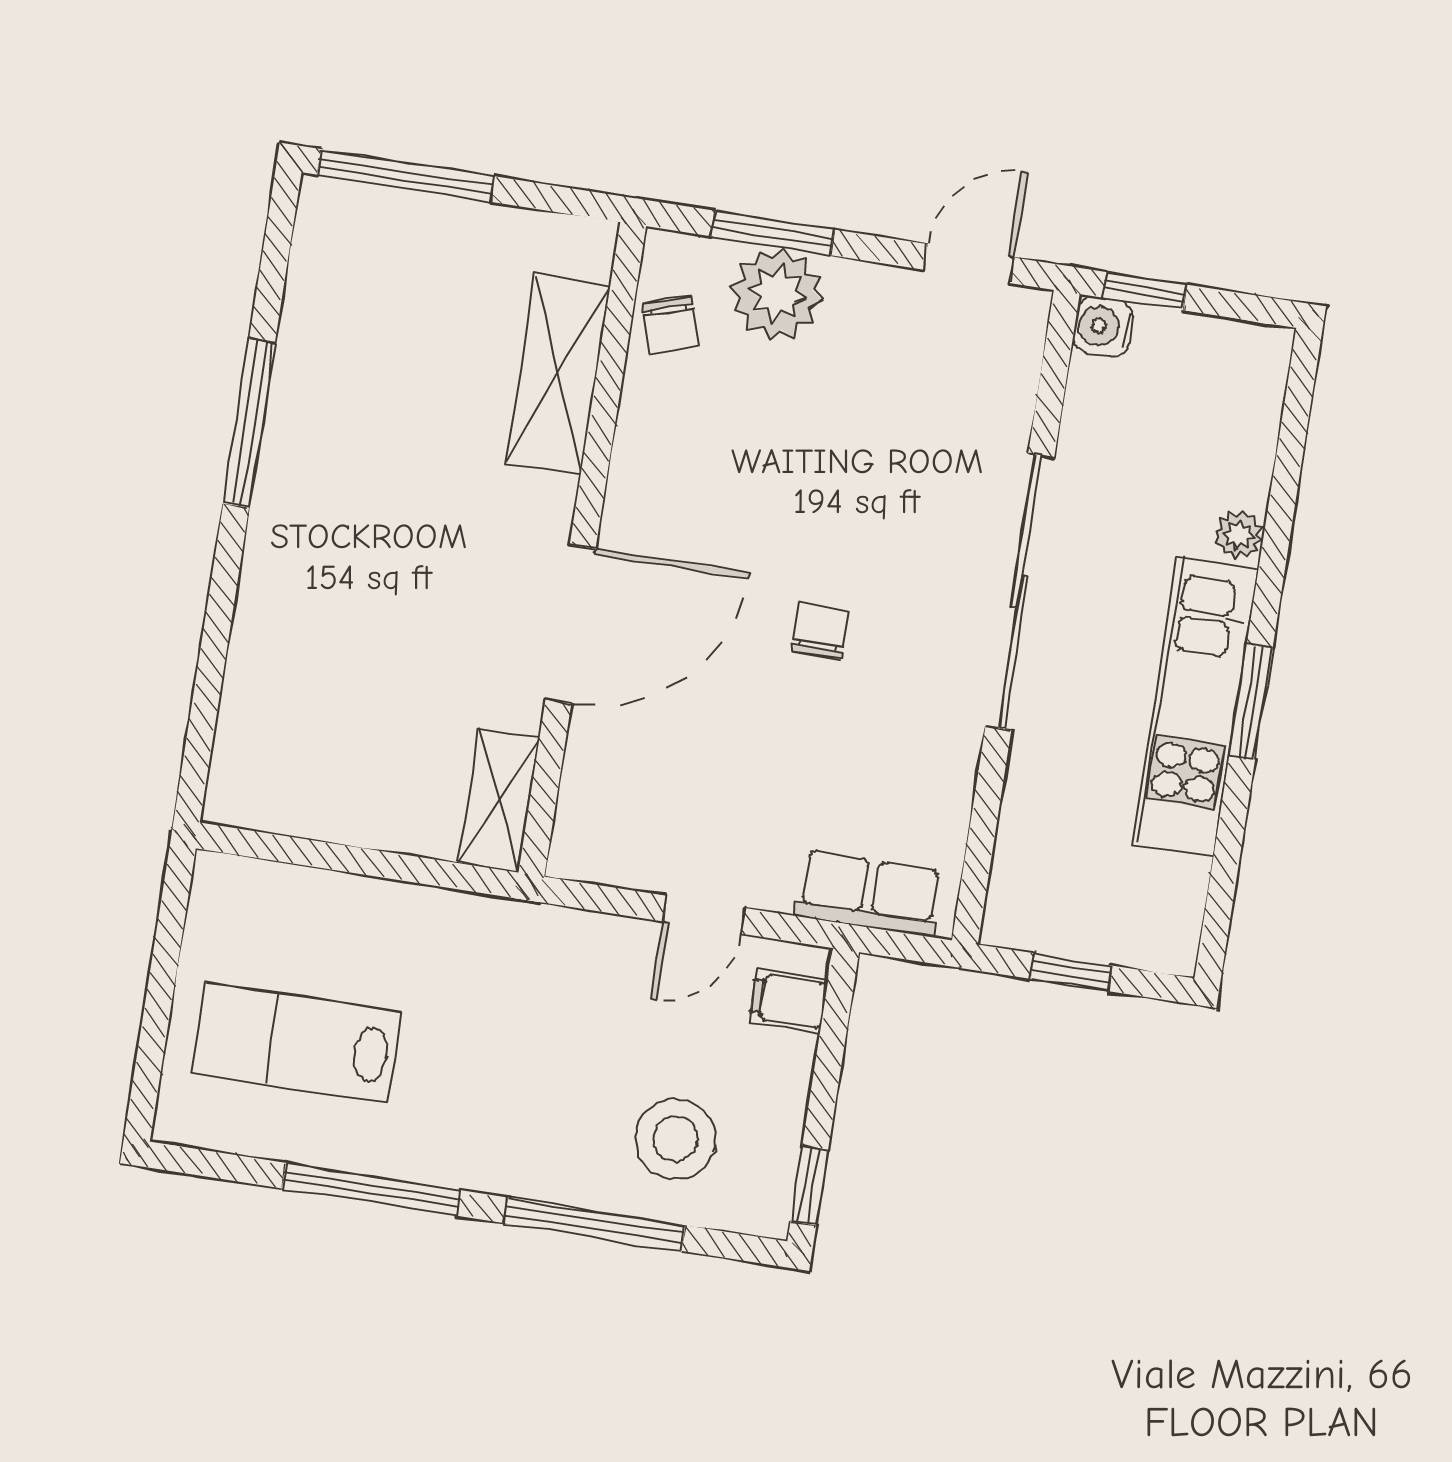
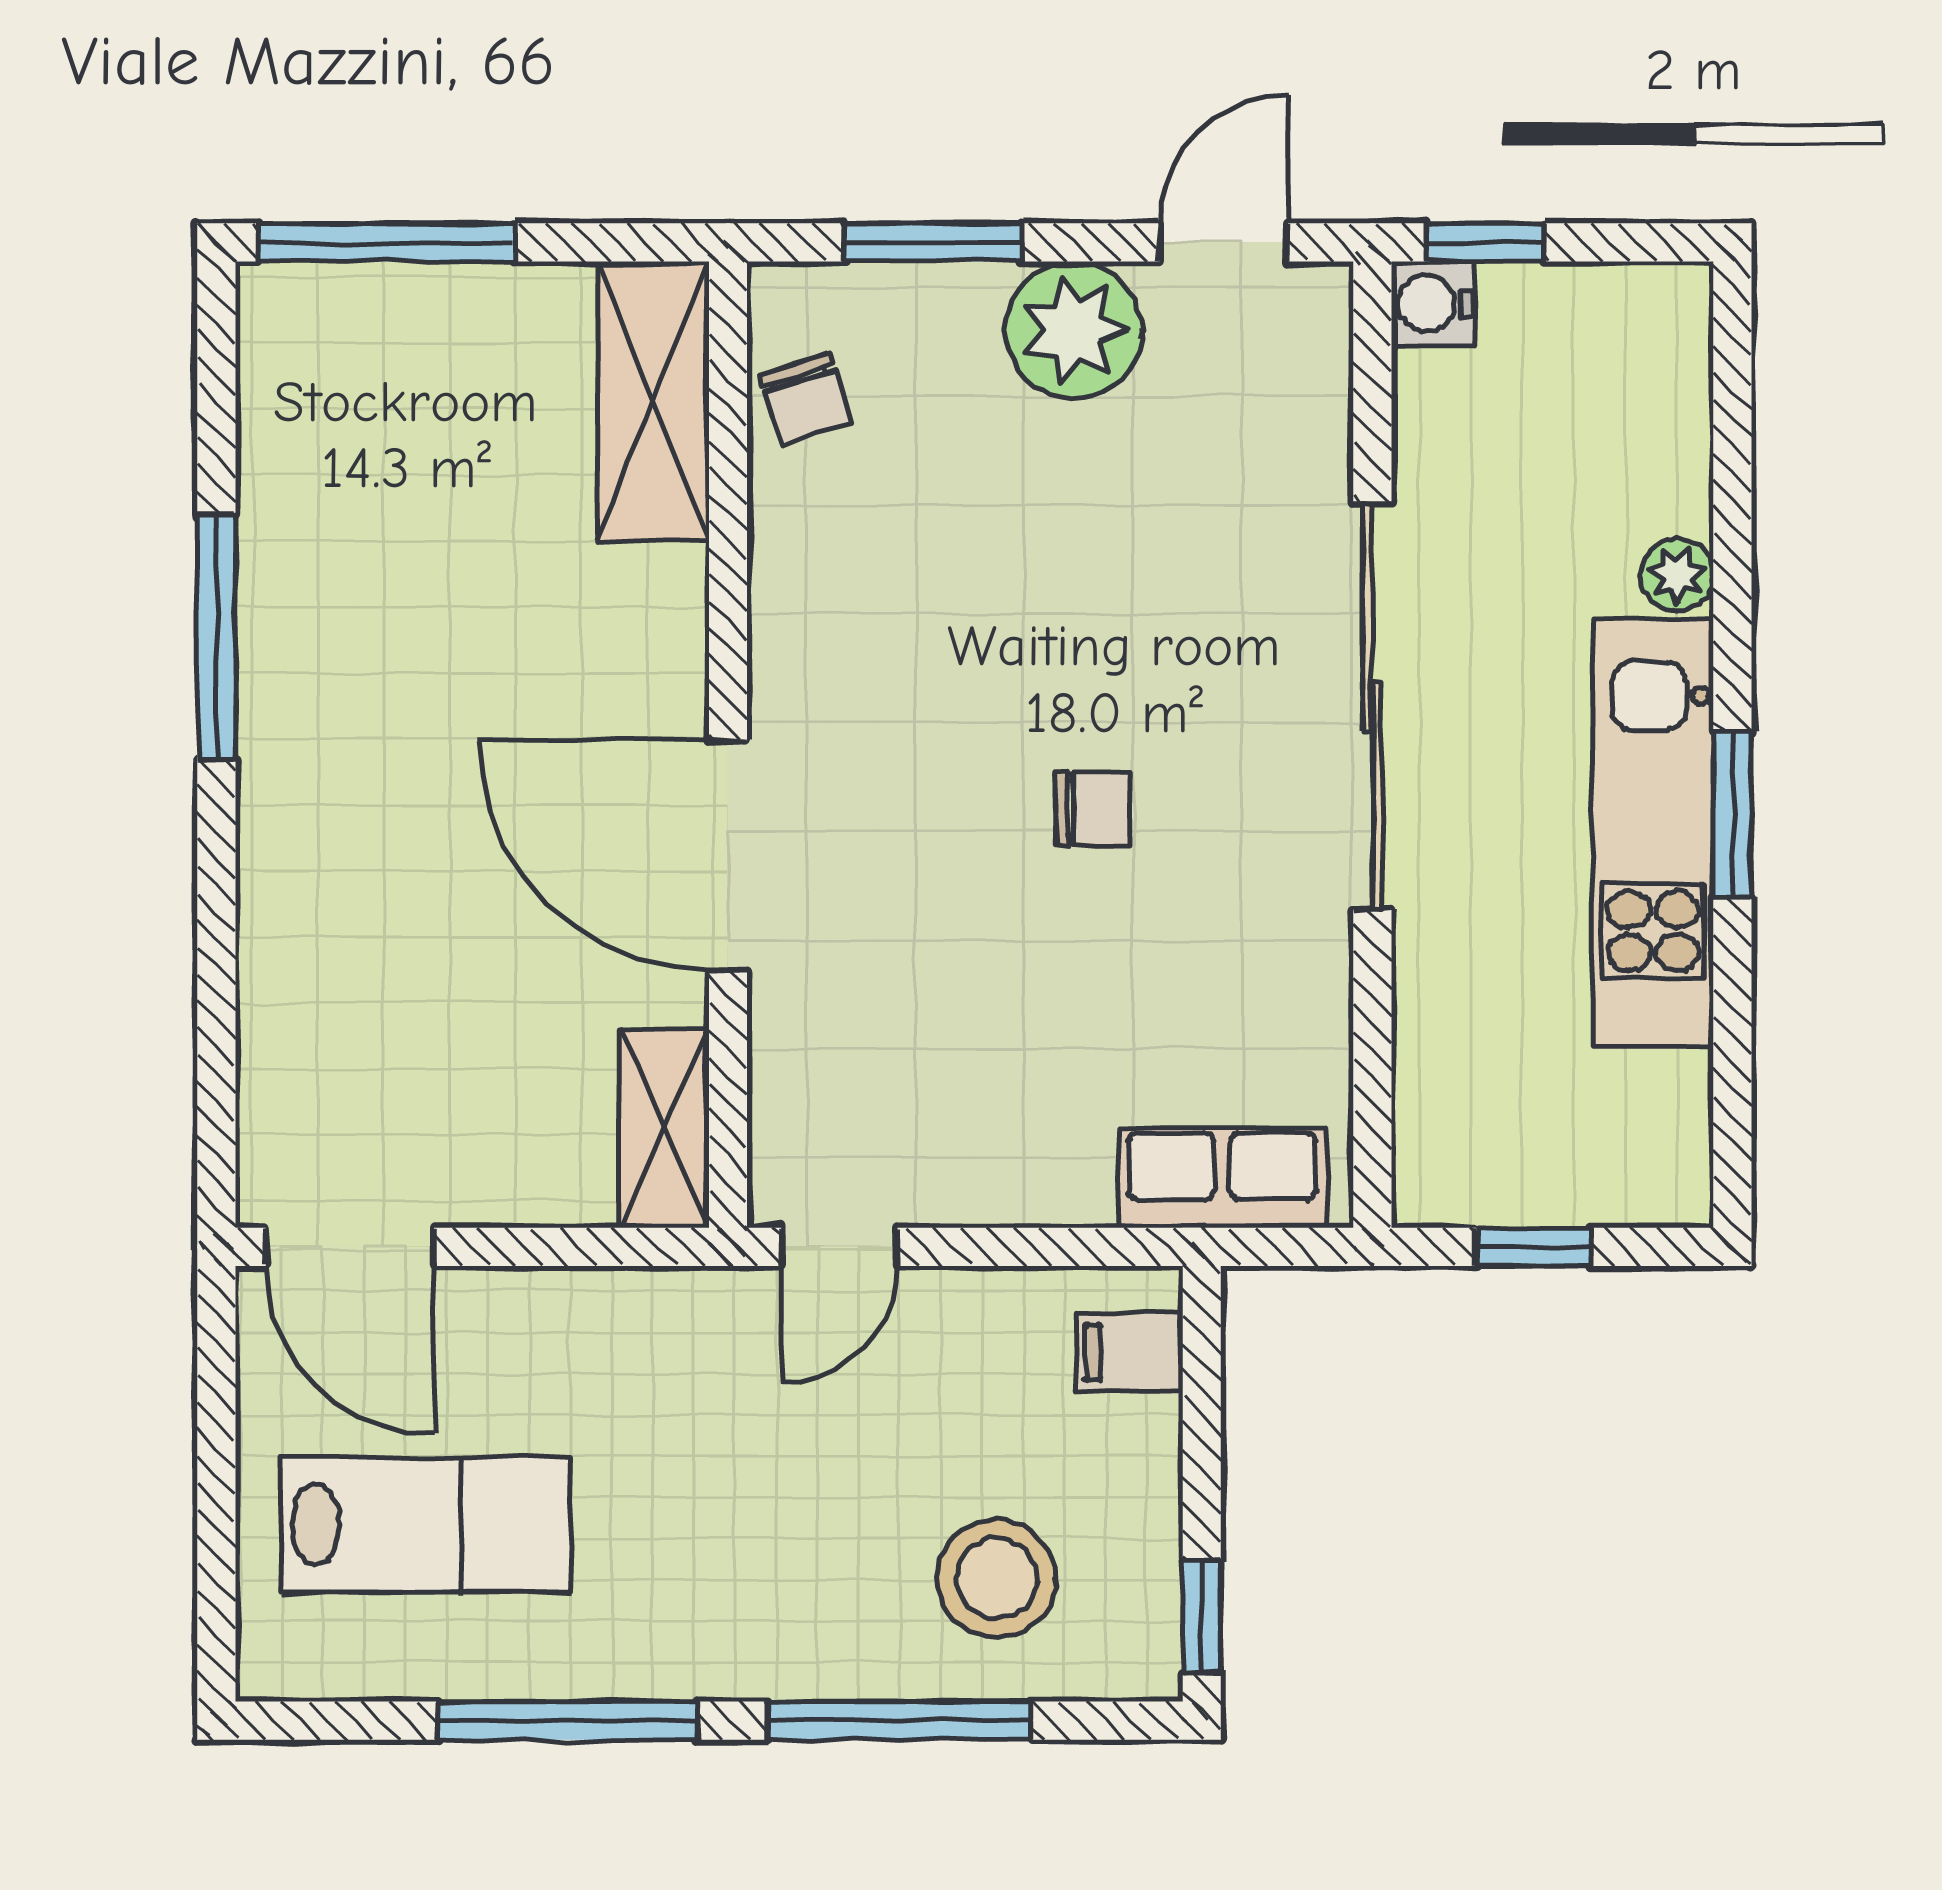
plant: (777, 294) -> (1074, 330), moved
shelving: (558, 374) -> (653, 401), moved
door: (570, 624) -> (728, 856), swing flipped
chair: (821, 630) -> (1093, 808), turned 90
door: (275, 848) -> (350, 1247), added
door: (704, 915) -> (839, 1247), moved
lab bench: (297, 1043) -> (426, 1525), turned 180

